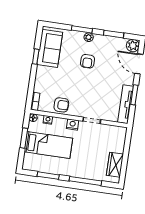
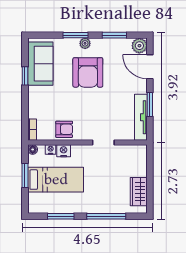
armchair: (87, 61) -> (88, 72), width x1.88, depth x1.88
nightstand: (73, 125) -> (64, 151), moved

